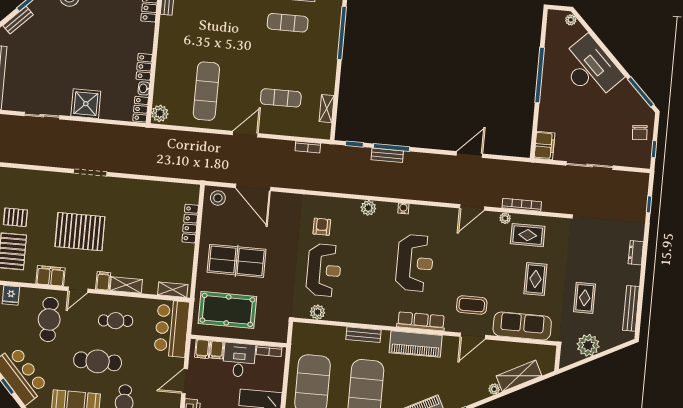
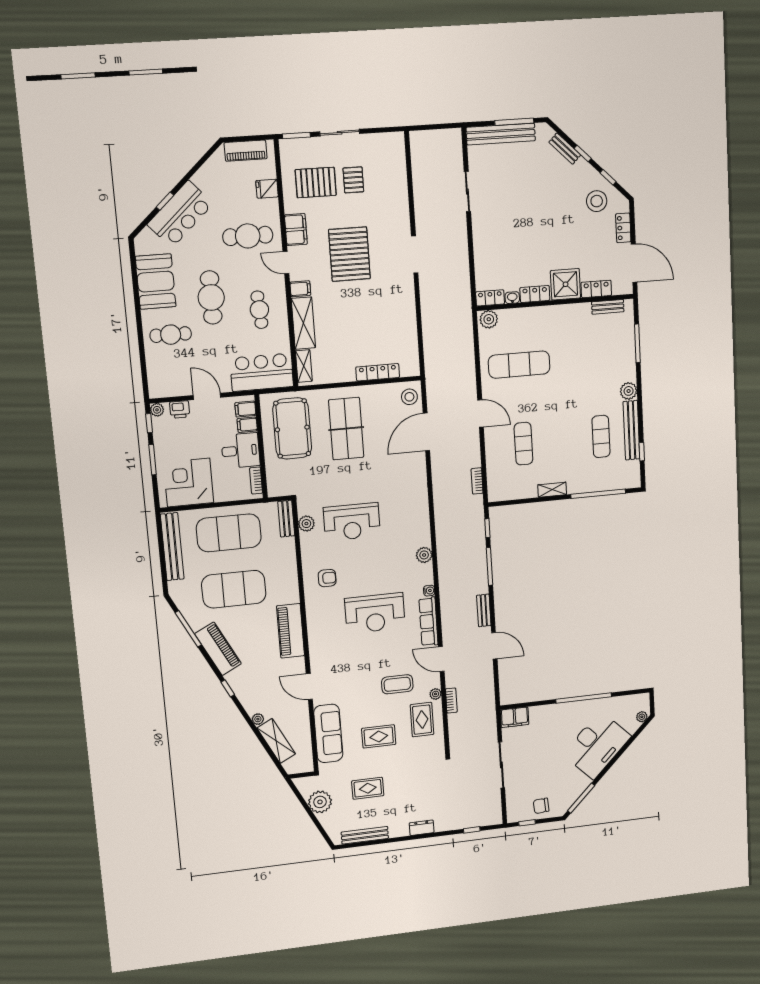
shower: (86, 104) -> (566, 284), moved
shelving: (327, 109) -> (552, 490), moved
bench: (387, 155) -> (484, 610), moved
bookcase: (522, 205) -> (451, 701), width x0.64
armchair: (322, 227) -> (327, 578), moved
shelving: (126, 285) -> (303, 323), width x1.50, depth x1.33
coffee table: (472, 305) -> (397, 684), moved, turned 90
row of seats: (421, 321) -> (429, 622), moved, turned 180
bench: (364, 335) -> (286, 519), moved

